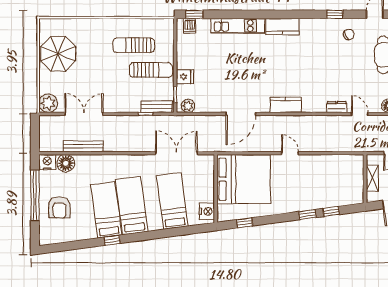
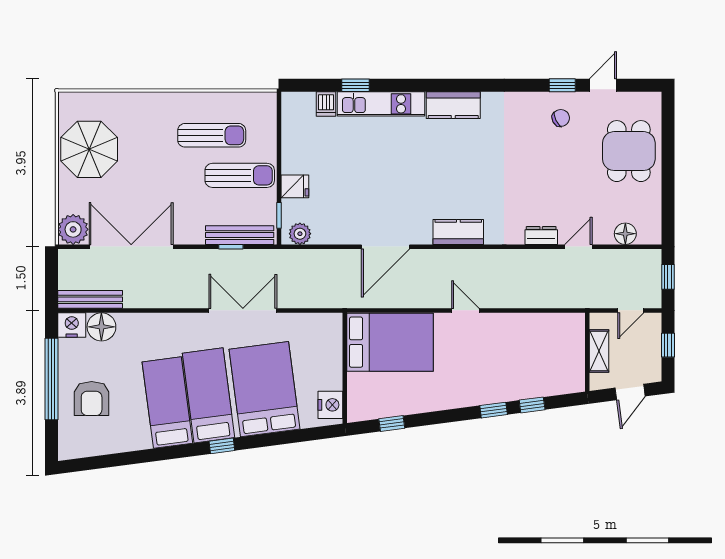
window: (194, 14) -> (356, 85), moved
window: (335, 14) -> (562, 85), moved
dishwasher: (190, 26) -> (326, 104), moved
sun lounger: (134, 45) -> (212, 135), turned 180
bench: (157, 107) -> (240, 235), width x1.36
double door: (84, 114) -> (131, 247), width x1.36
door: (360, 114) -> (578, 247), hinge flipped
bench: (83, 146) -> (90, 299), moved
double door: (176, 153) -> (243, 310), moved
bed: (244, 179) -> (390, 342), width x0.73
bed: (172, 201) -> (265, 389), width x1.50
window: (112, 240) -> (222, 446), moved

